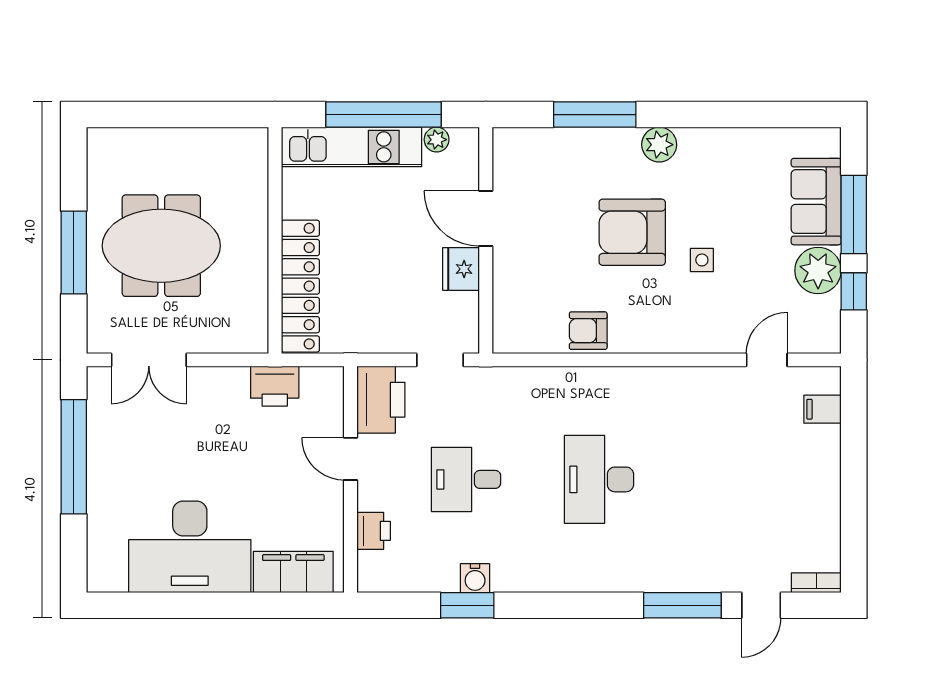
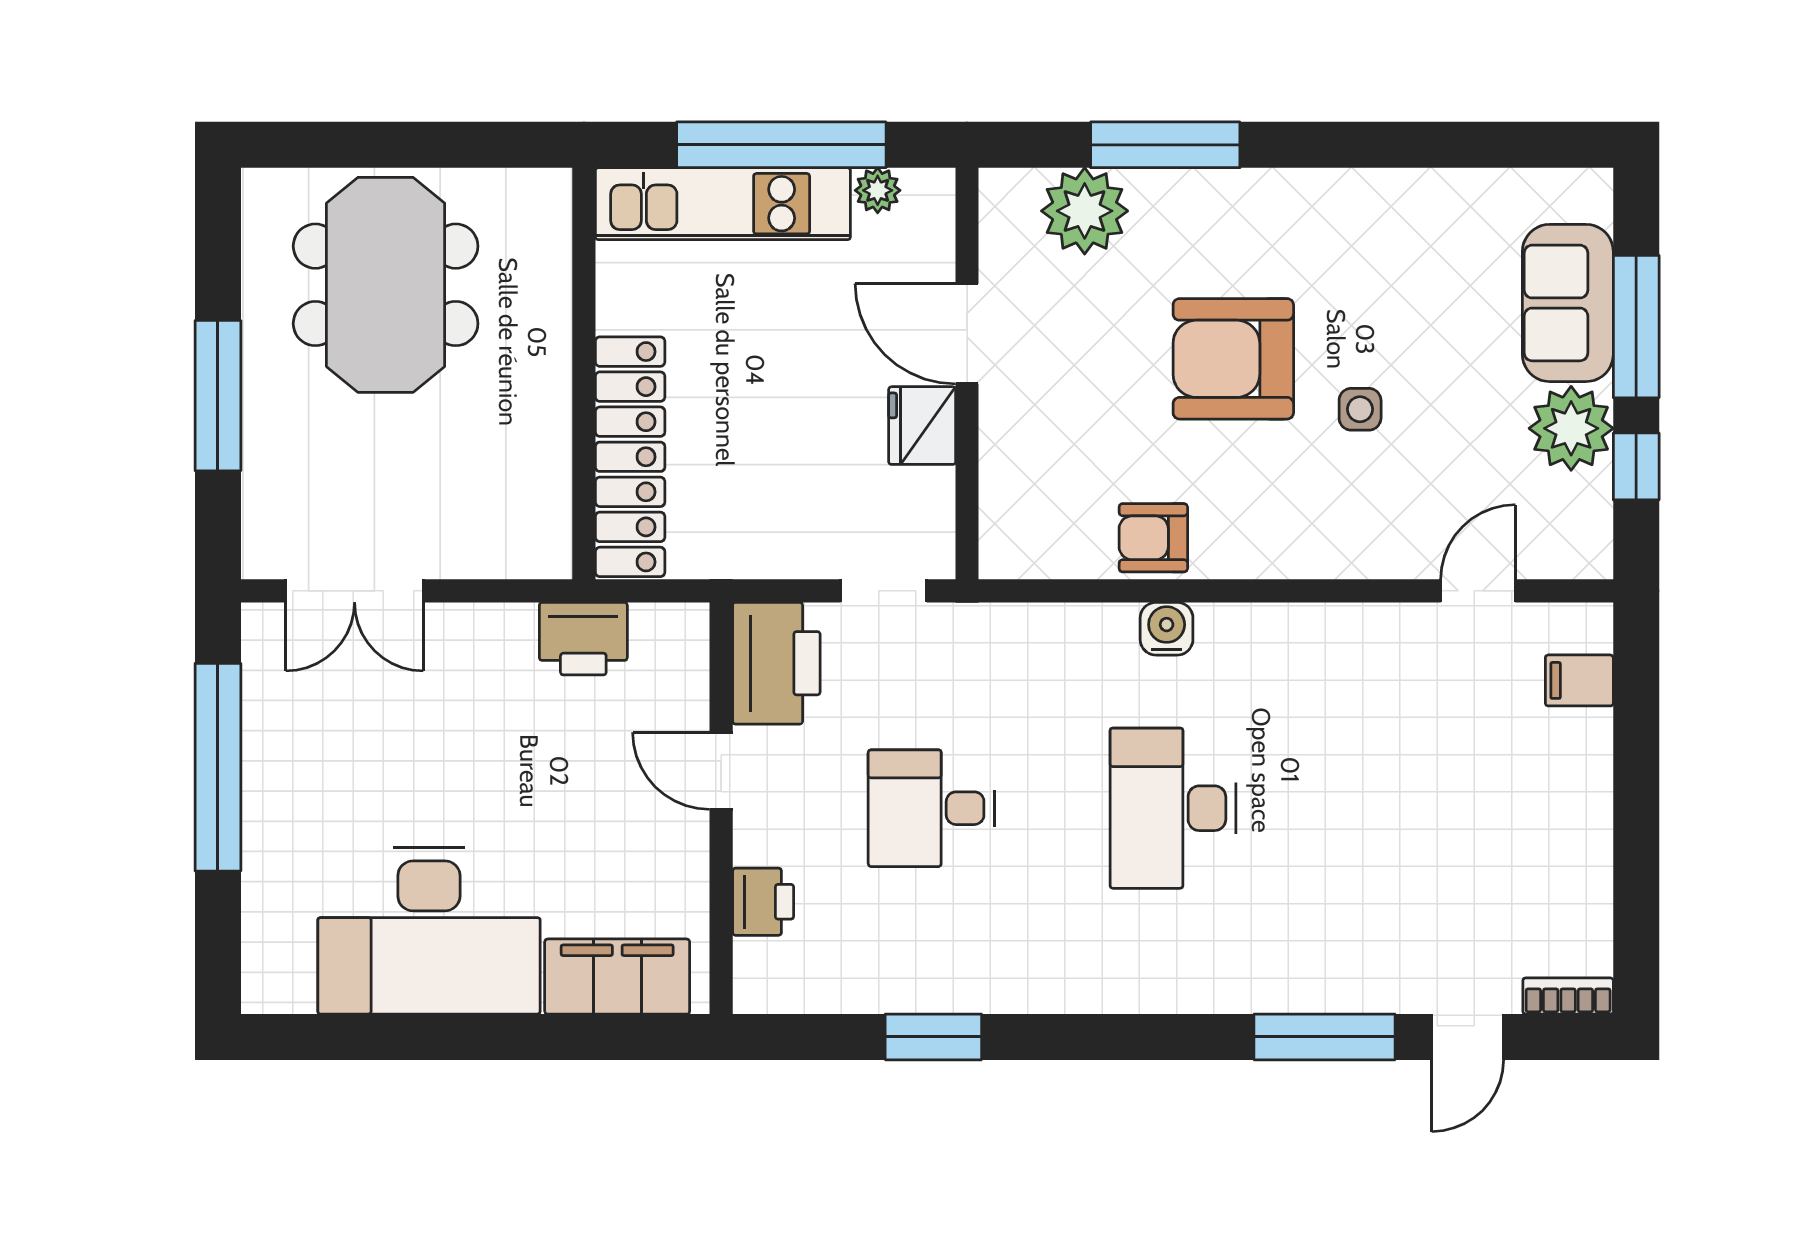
plant: (659, 145) -> (1085, 211), moved, width x1.36, depth x1.36
meeting table: (161, 246) -> (386, 285), moved, turned 90
water cooler: (475, 578) -> (1167, 629), moved, turned 180

